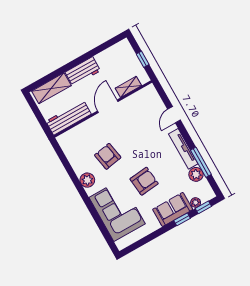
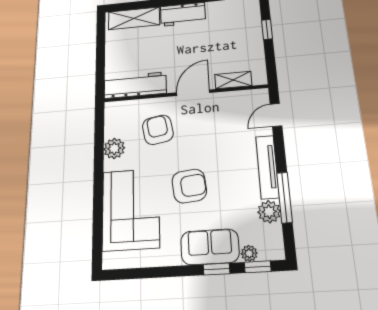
shelving: (128, 87) -> (233, 80), moved
door: (108, 106) -> (193, 93), moved
wall: (103, 109) -> (185, 93), moved
workbench: (68, 118) -> (135, 85), moved

